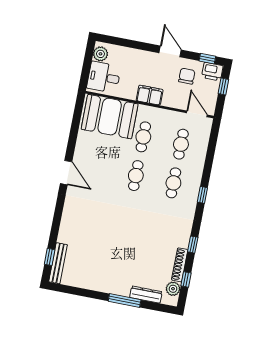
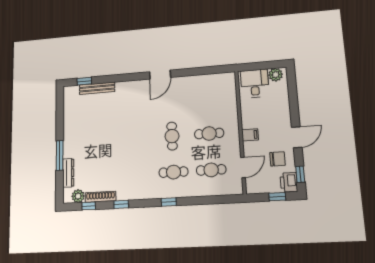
filing cabinet: (150, 95) -> (250, 135), width x0.50
door: (197, 114) -> (243, 167), moved
booth: (110, 117) -> (220, 98), removed
cafe table: (136, 176) -> (172, 136), turned 90
bench: (58, 263) -> (97, 88), moved

